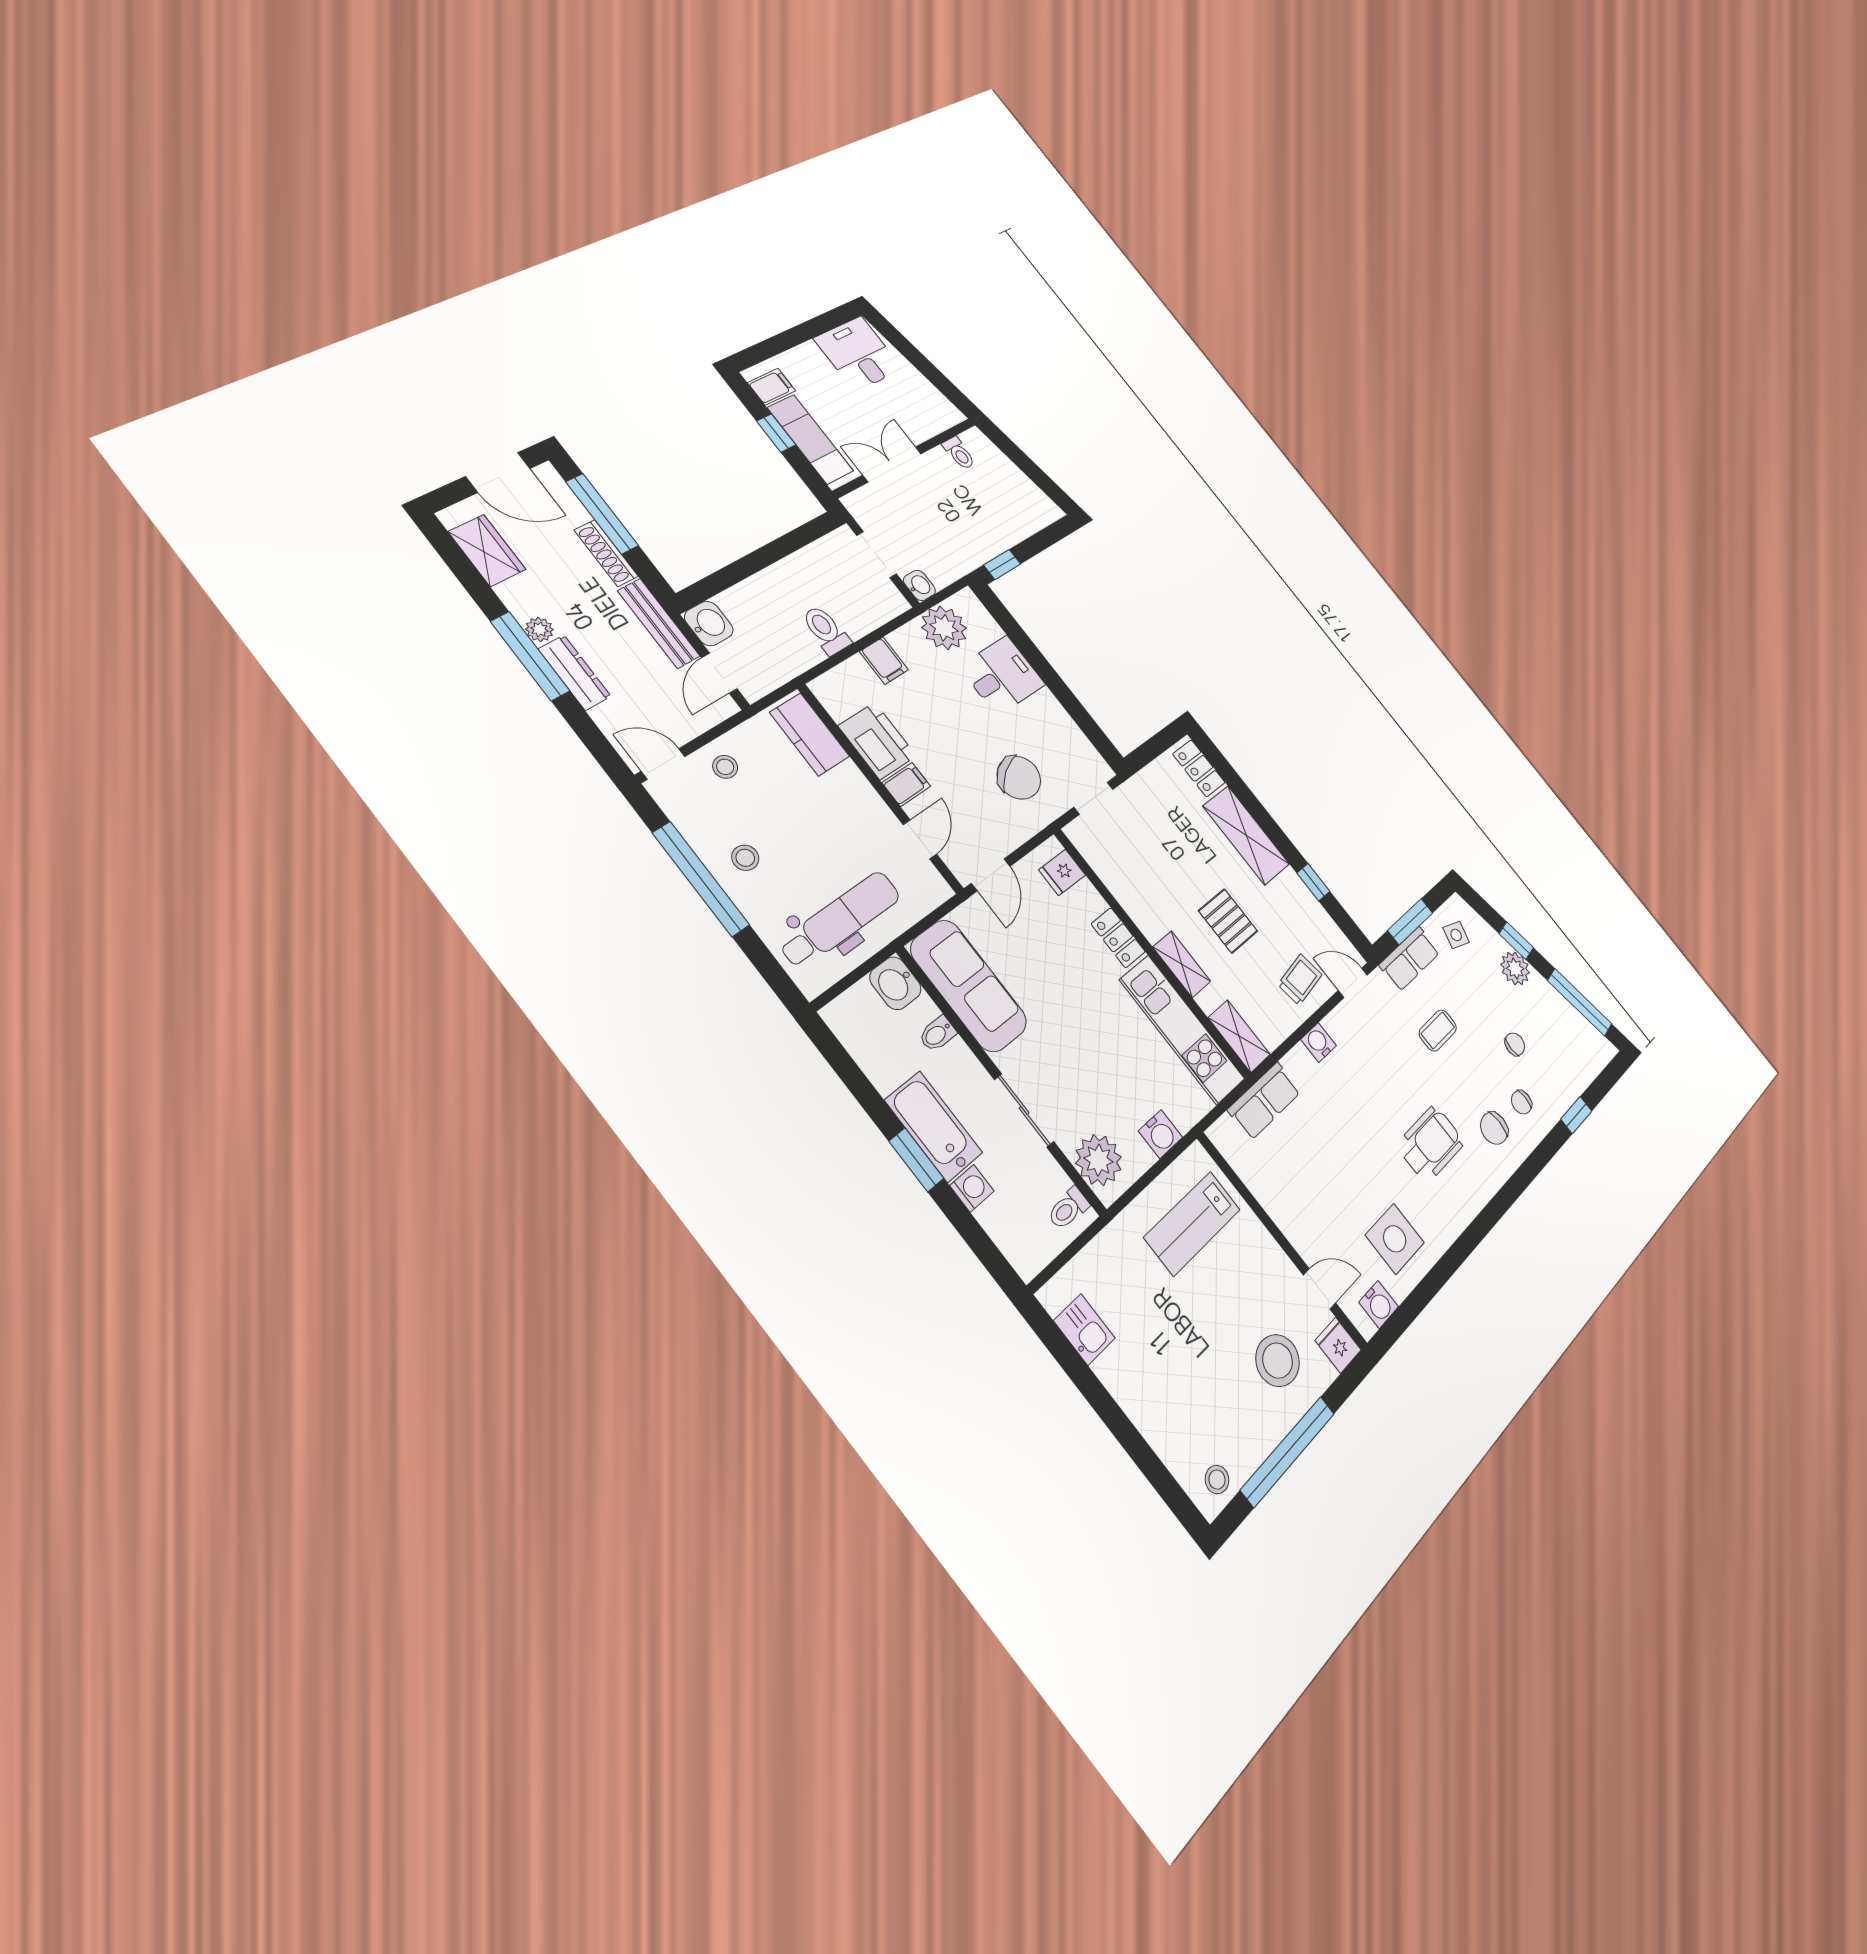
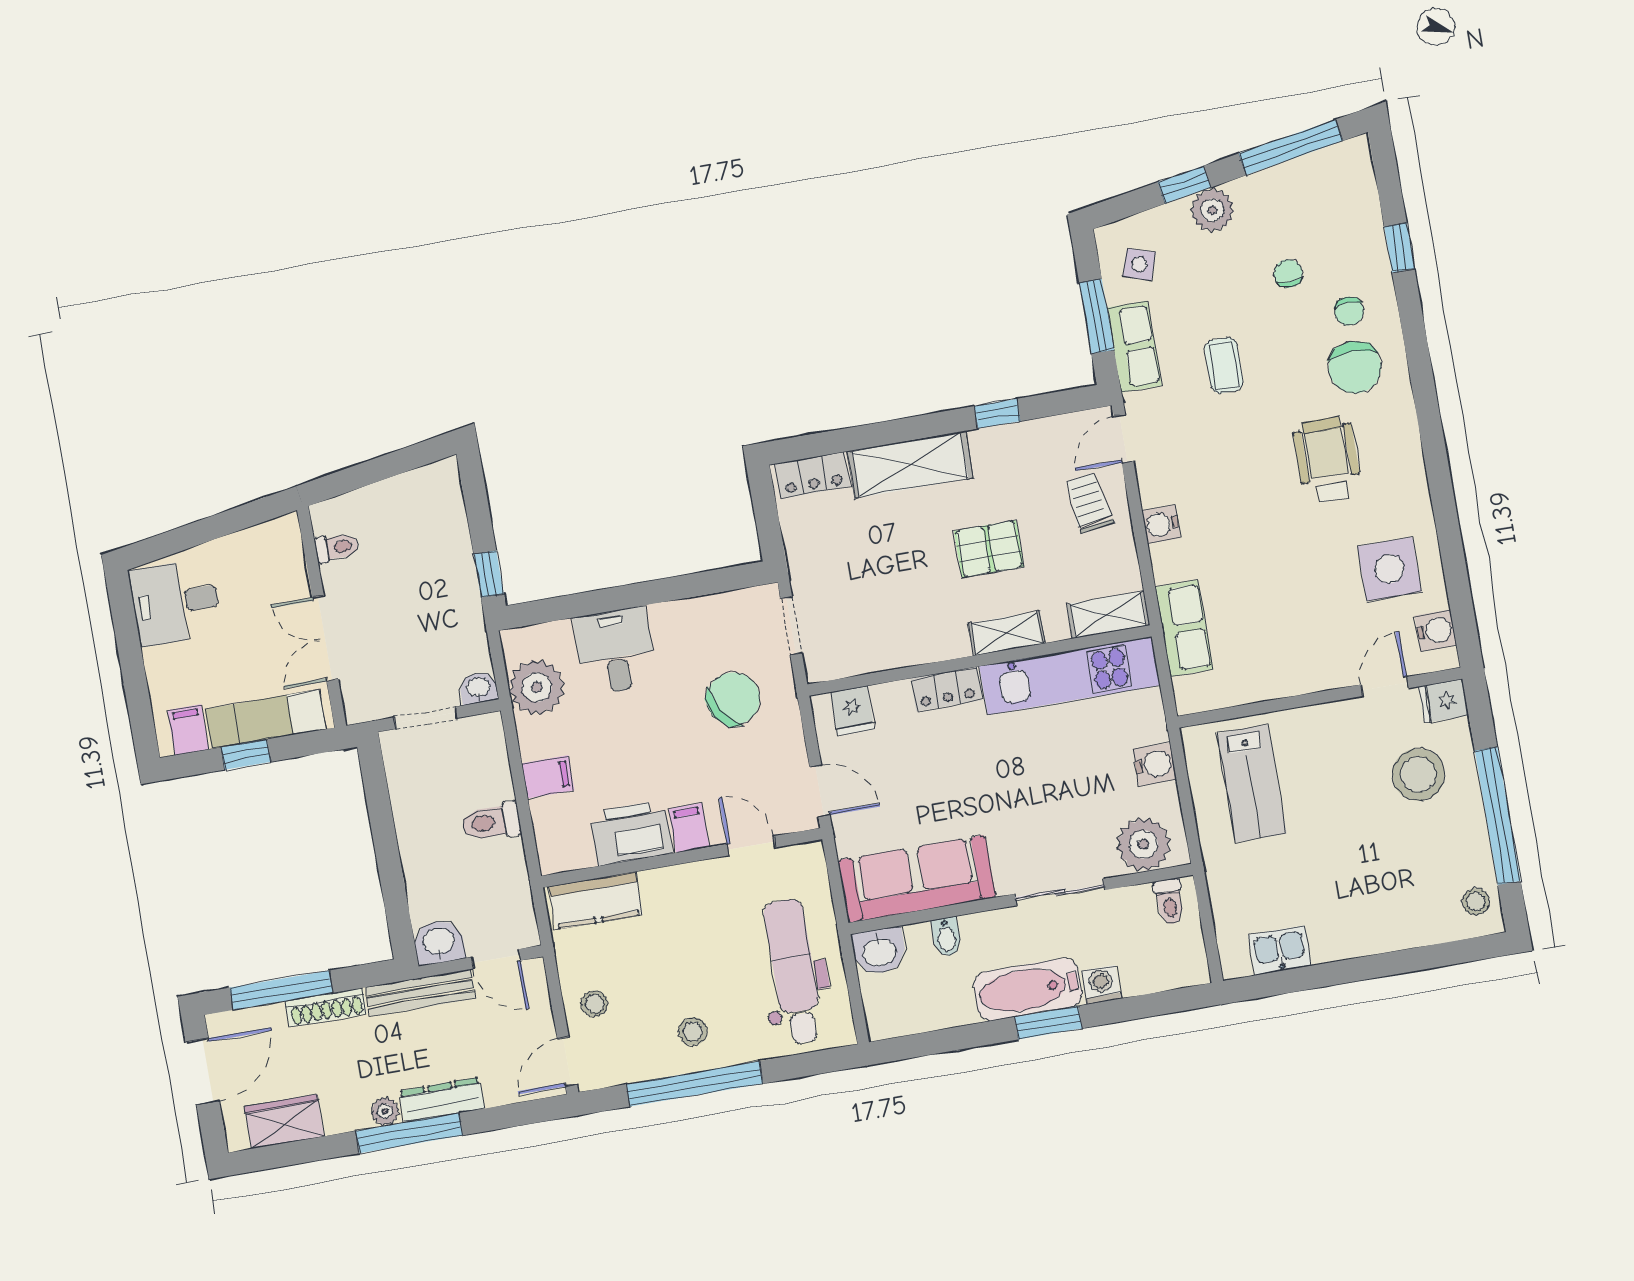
chair: (1494, 1128) -> (1355, 367), width x1.37, depth x1.37

